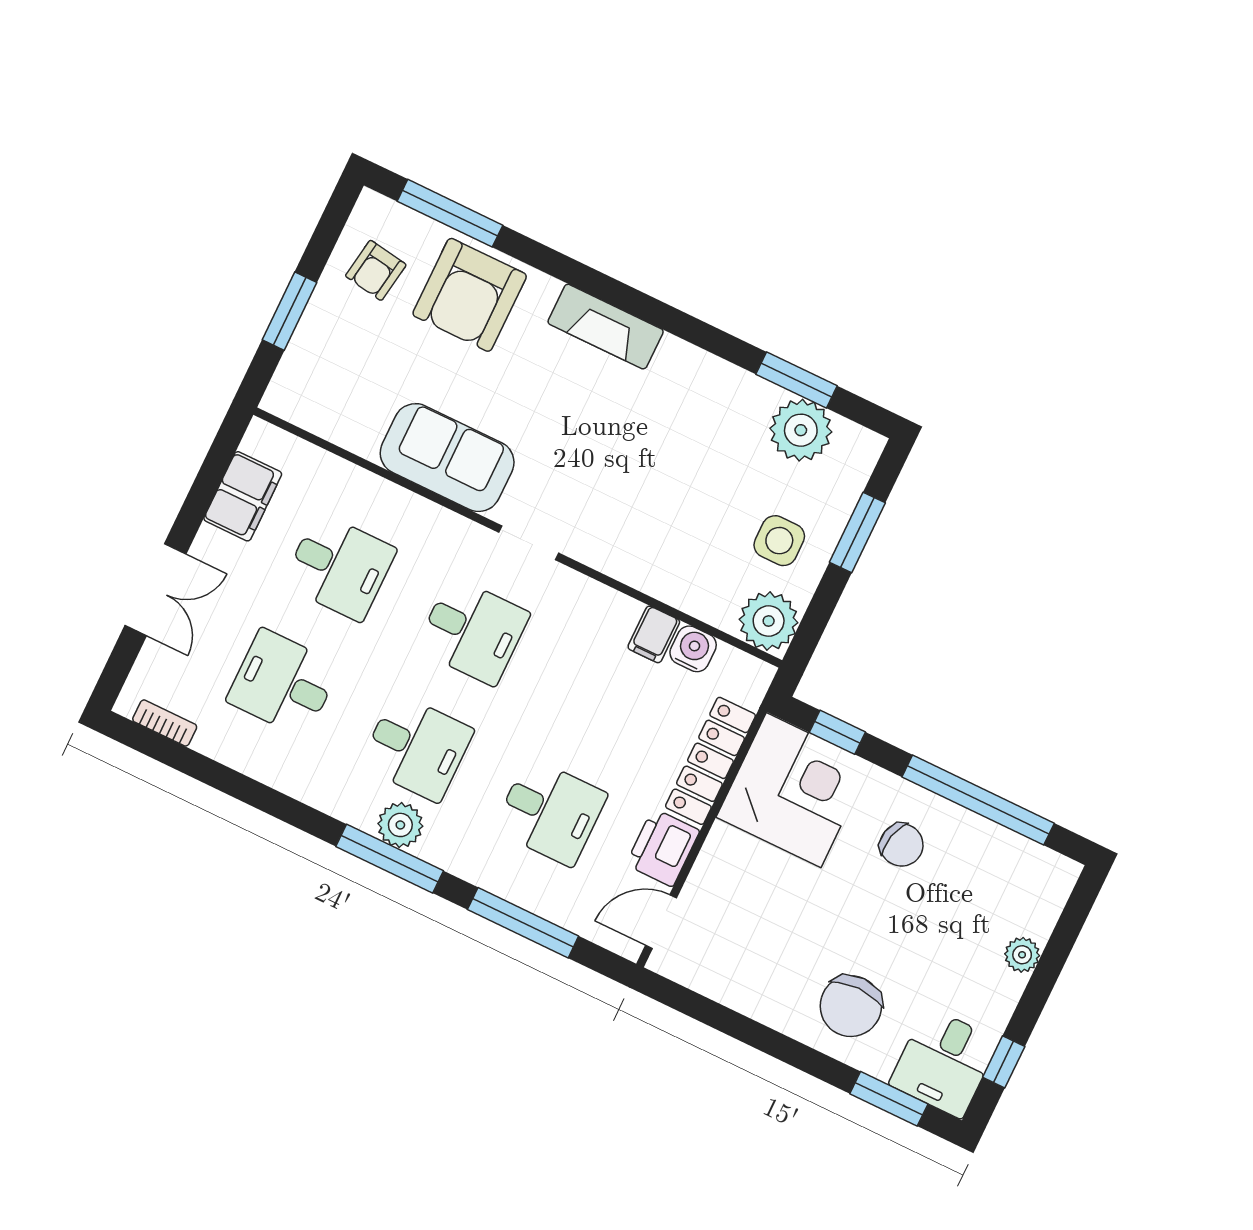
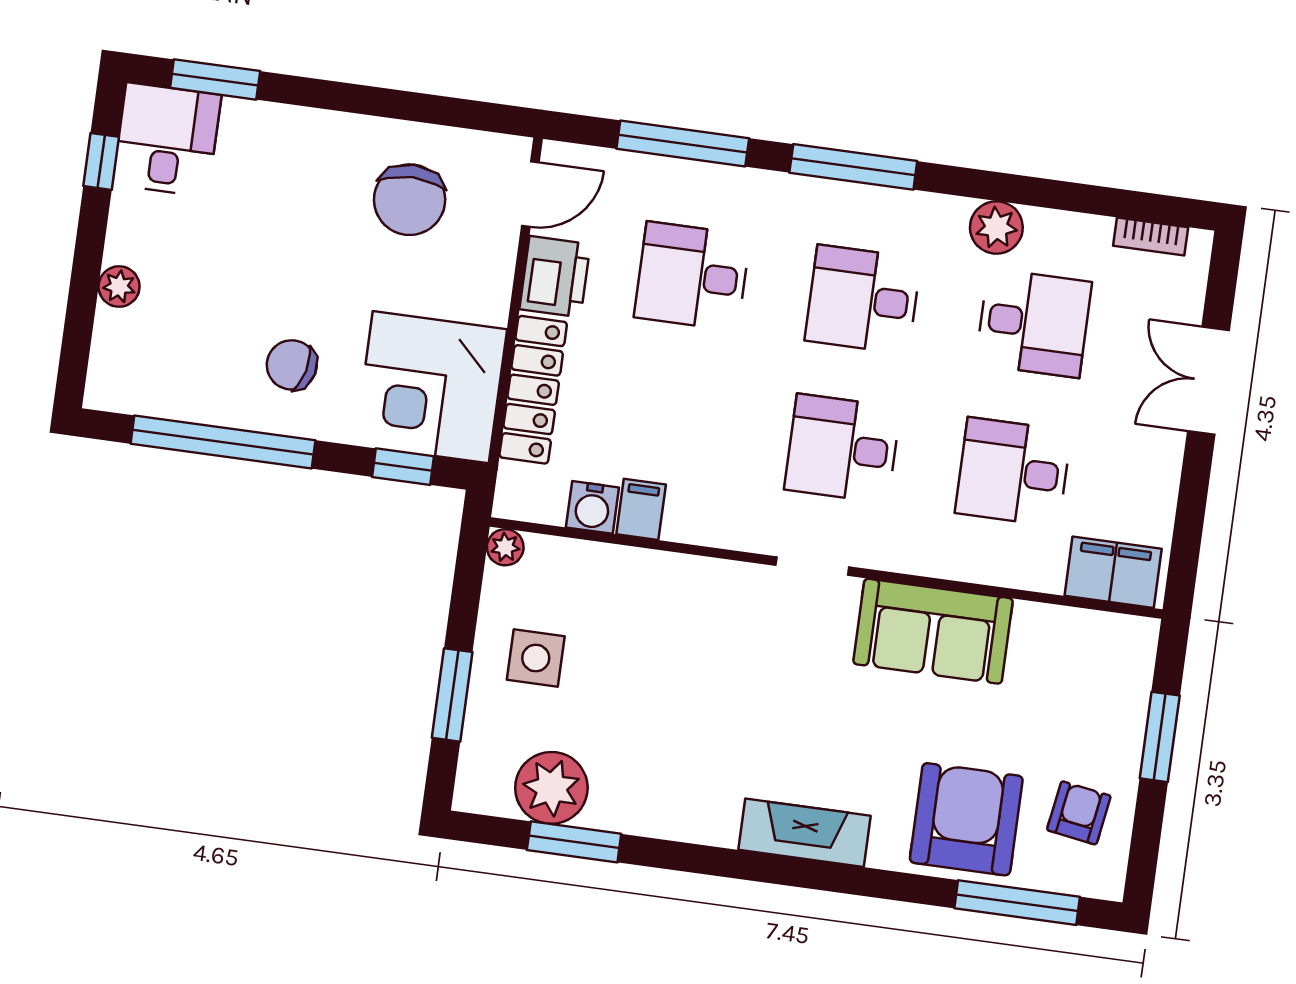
filing cabinet: (243, 496) -> (1113, 572), moved, turned 90
plant: (769, 621) -> (505, 547), width x0.53, depth x0.53
plant: (400, 825) -> (996, 227), moved
chair: (851, 1006) -> (410, 200), moved, turned 180

